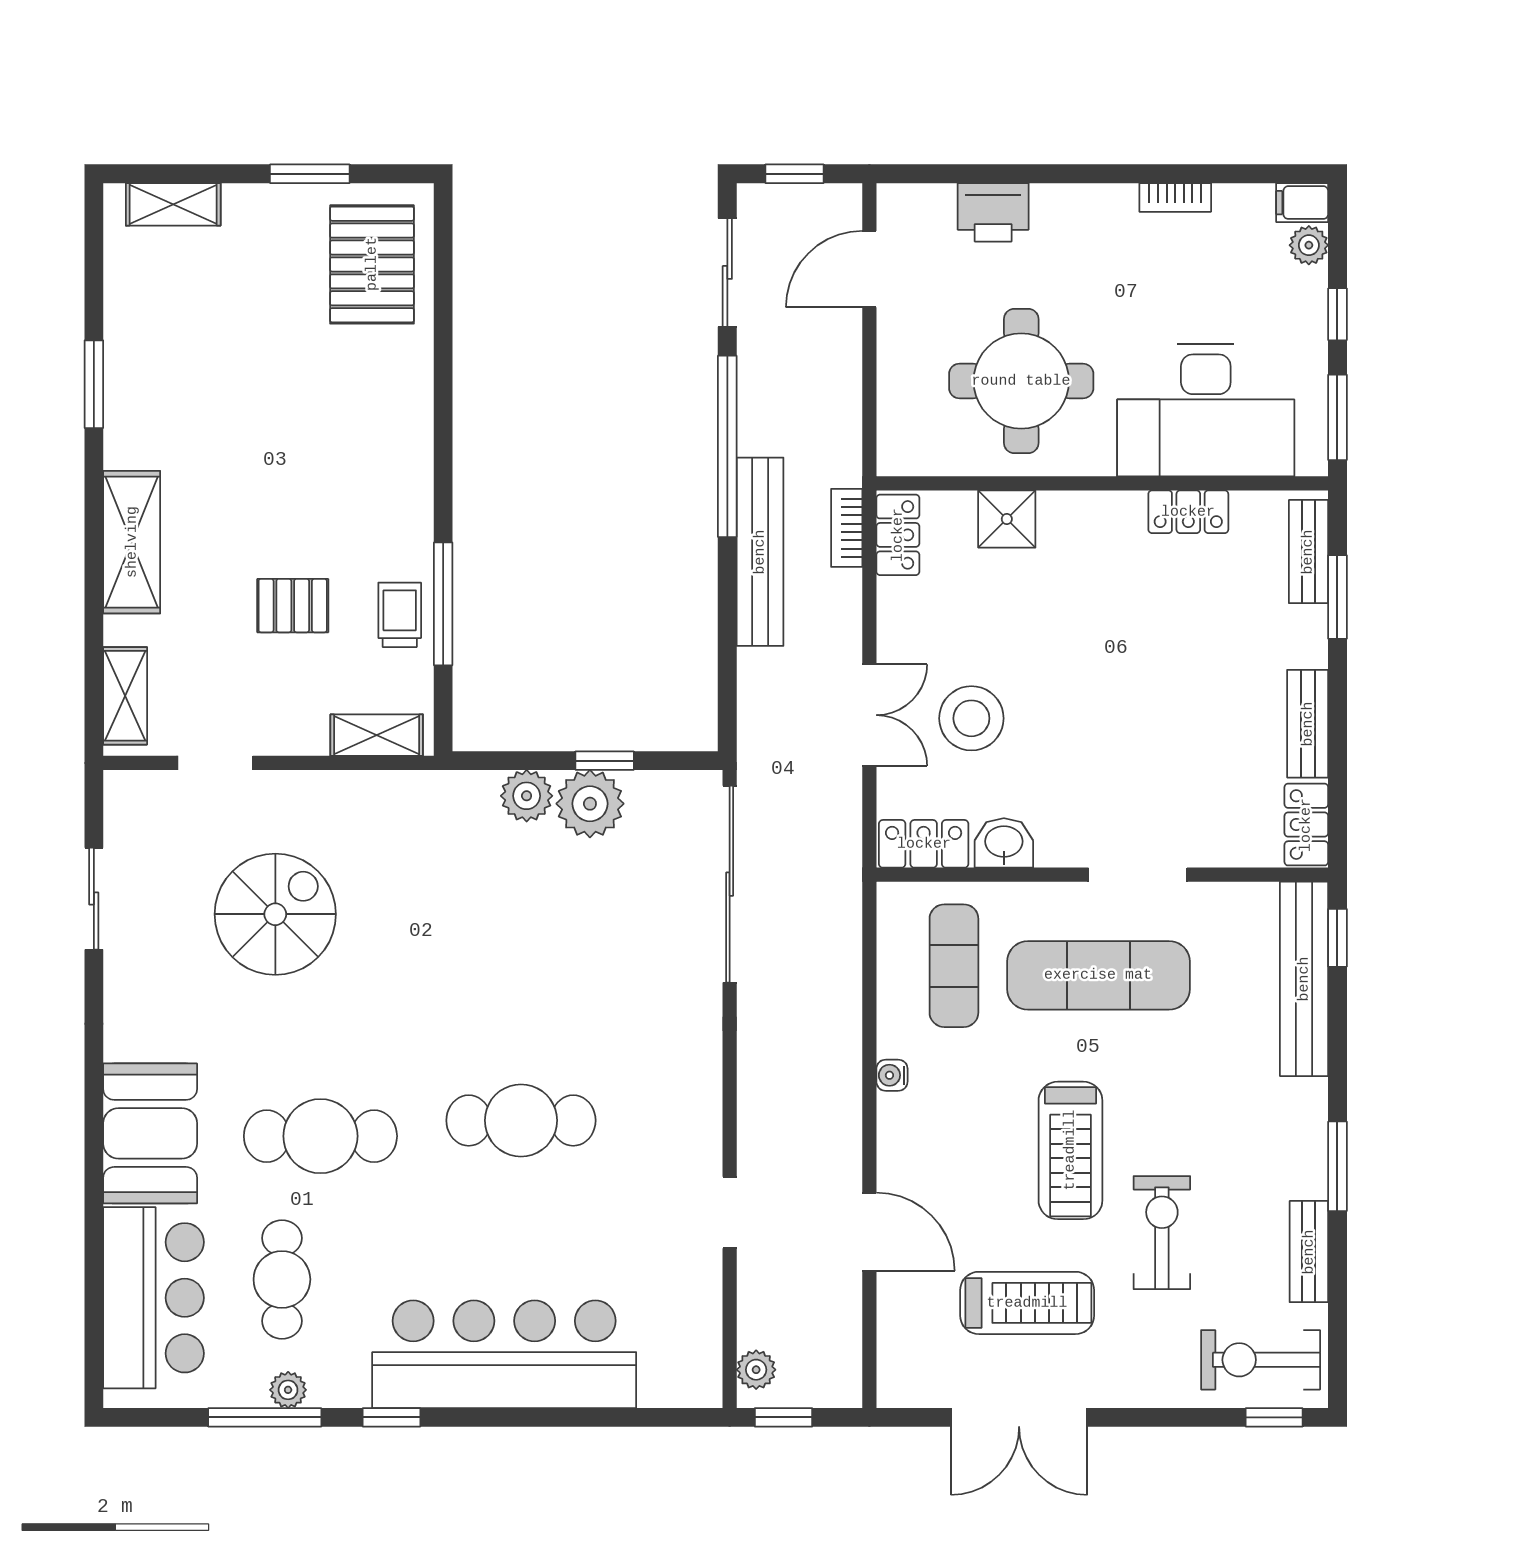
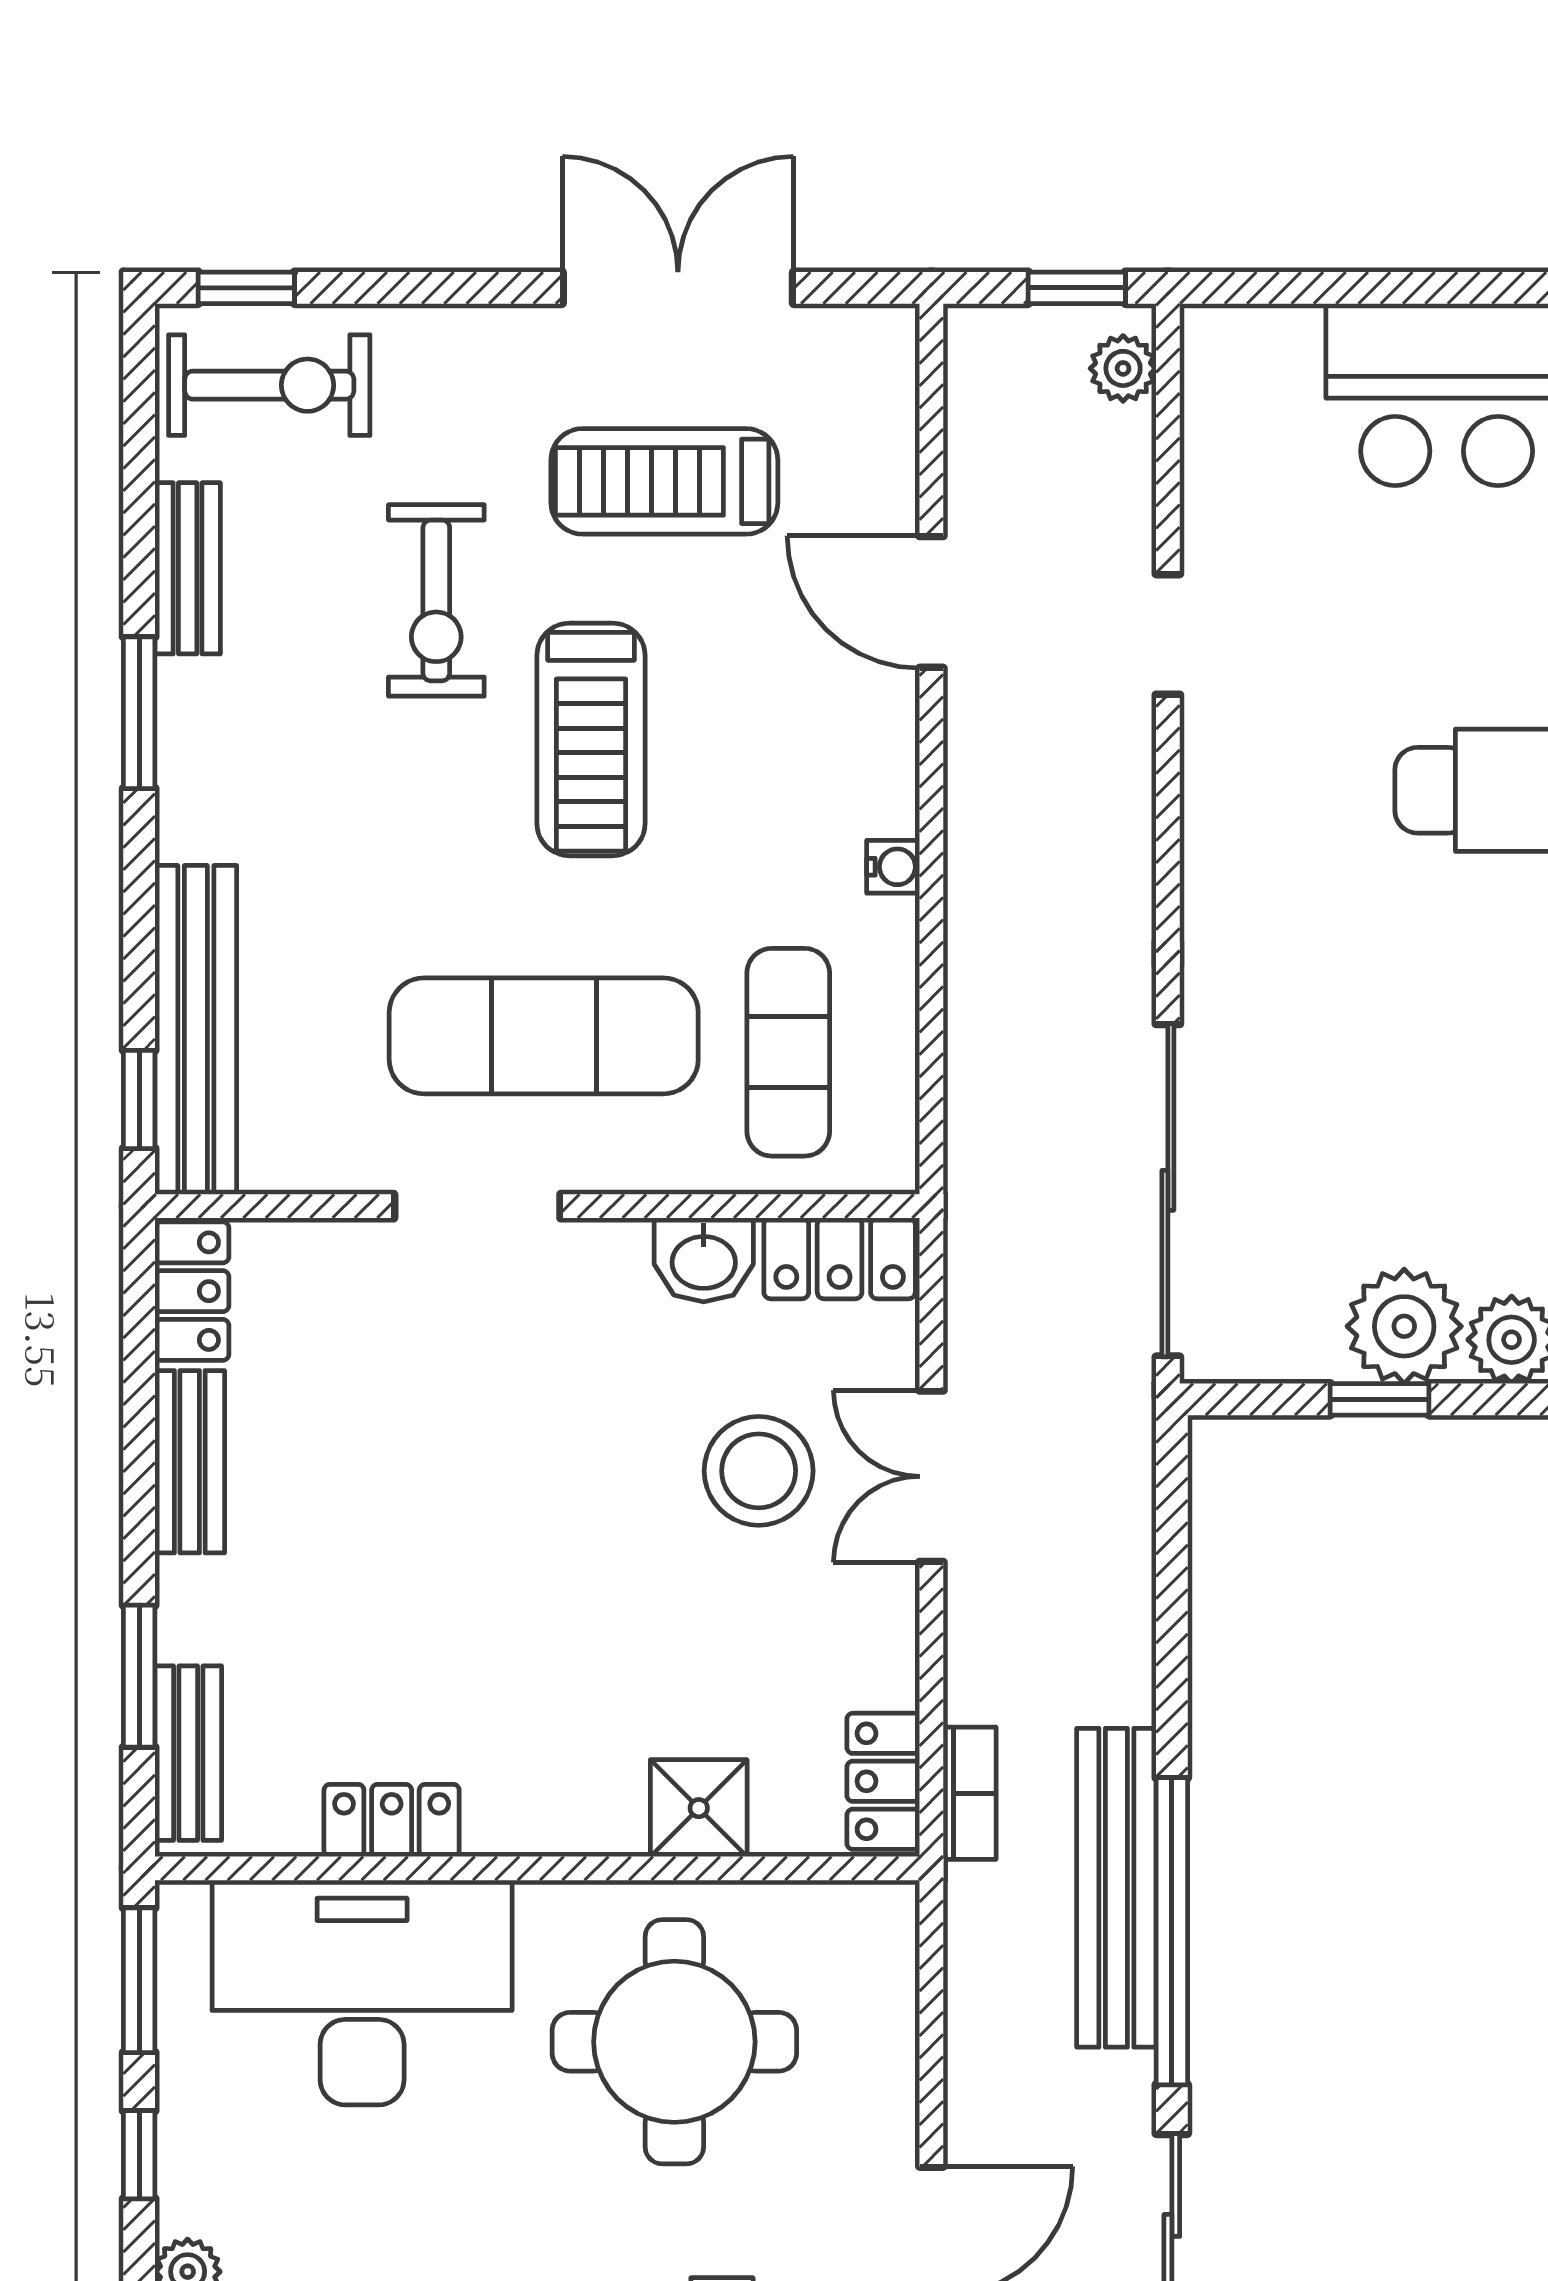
bench: (760, 552) -> (1116, 1888), moved
treadmill: (1070, 1150) -> (591, 739), turned 180

